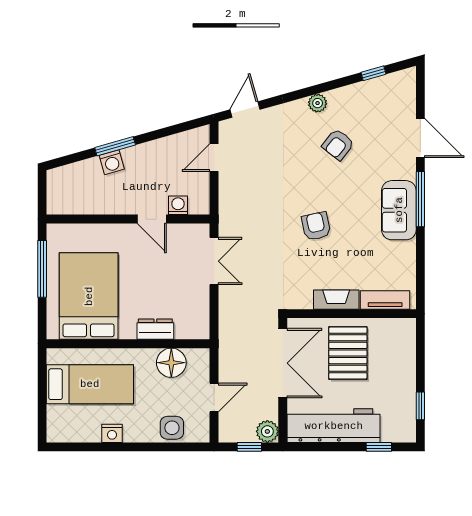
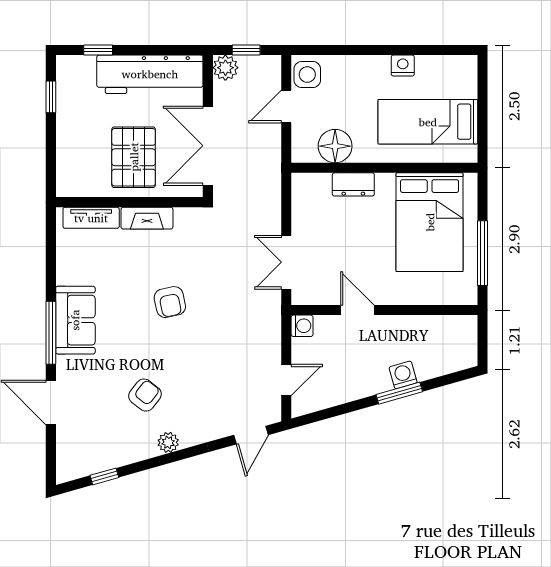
washing machine: (178, 205) -> (302, 326), moved, turned -90
side table: (172, 428) -> (307, 75), moved

